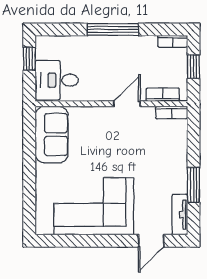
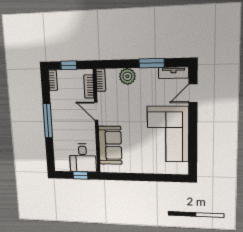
window: (29, 59) -> (80, 175), moved
sofa: (52, 135) -> (110, 145), moved, turned 90
plant: (176, 151) -> (127, 76), added
door: (151, 241) -> (193, 93), swing flipped

